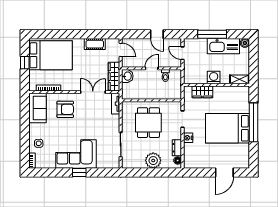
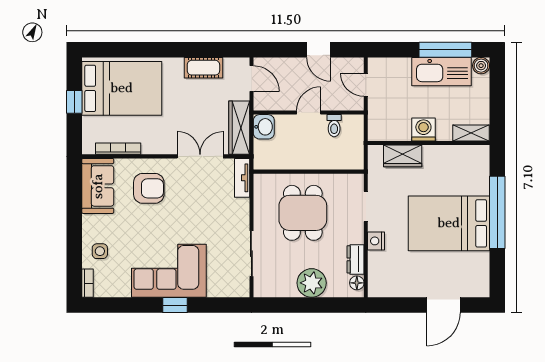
window: (212, 34) -> (445, 50), moved

